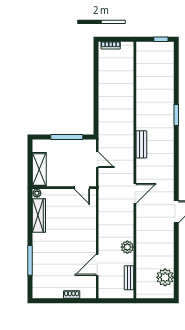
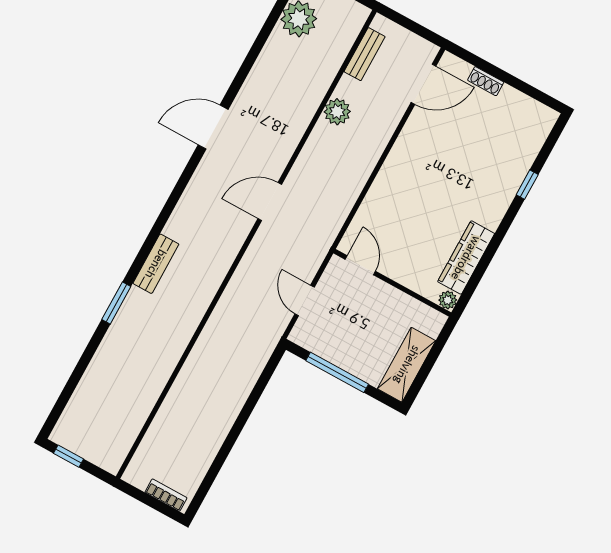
bench: (141, 144) -> (156, 264), moved
shelving: (39, 169) -> (407, 365), moved
window: (30, 260) -> (527, 185), width x0.46
door: (97, 265) -> (423, 84), moved

